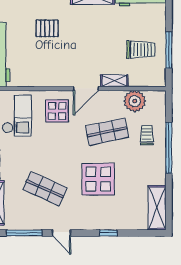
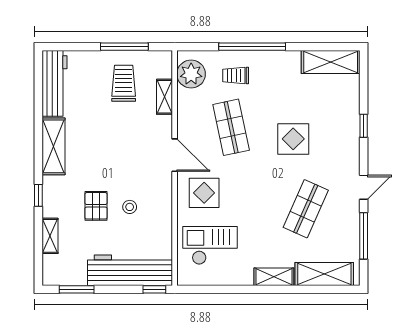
stool: (46, 54) -> (130, 207), added
shelving: (114, 81) -> (165, 97), moved
plant: (135, 101) -> (191, 74), moved
display table: (98, 179) -> (293, 139), width x0.73, depth x0.73

